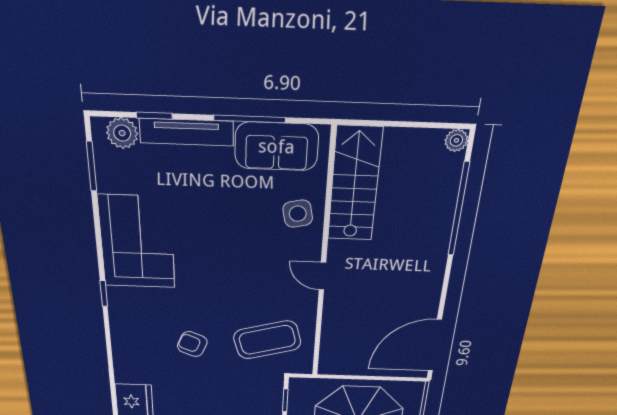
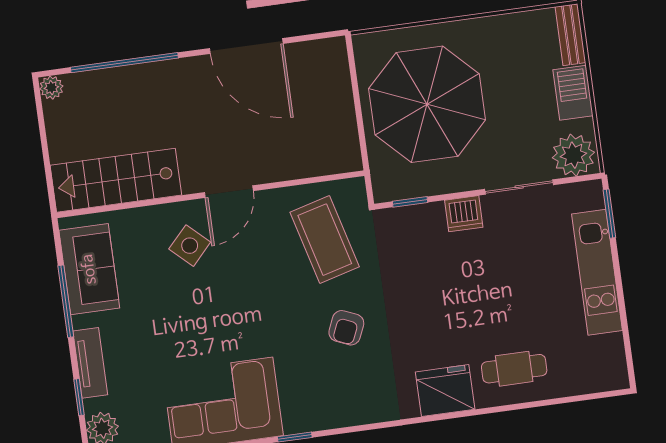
tv unit: (187, 132) -> (90, 363), width x0.71
side table: (298, 214) -> (190, 246), moved, turned -35
door: (322, 276) -> (229, 192), width x1.38
door: (435, 345) -> (246, 46), moved

